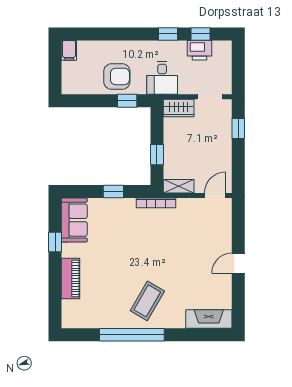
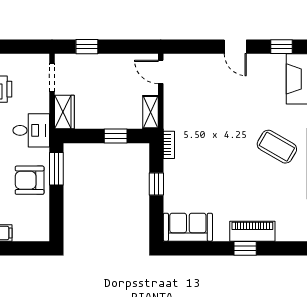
armchair: (117, 76) -> (30, 180), turned -90
window: (127, 101) -> (56, 169), width x1.50
bookcase: (156, 203) -> (169, 145), width x0.64
window: (55, 242) -> (245, 248), moved
window: (238, 305) -> (282, 47), added

